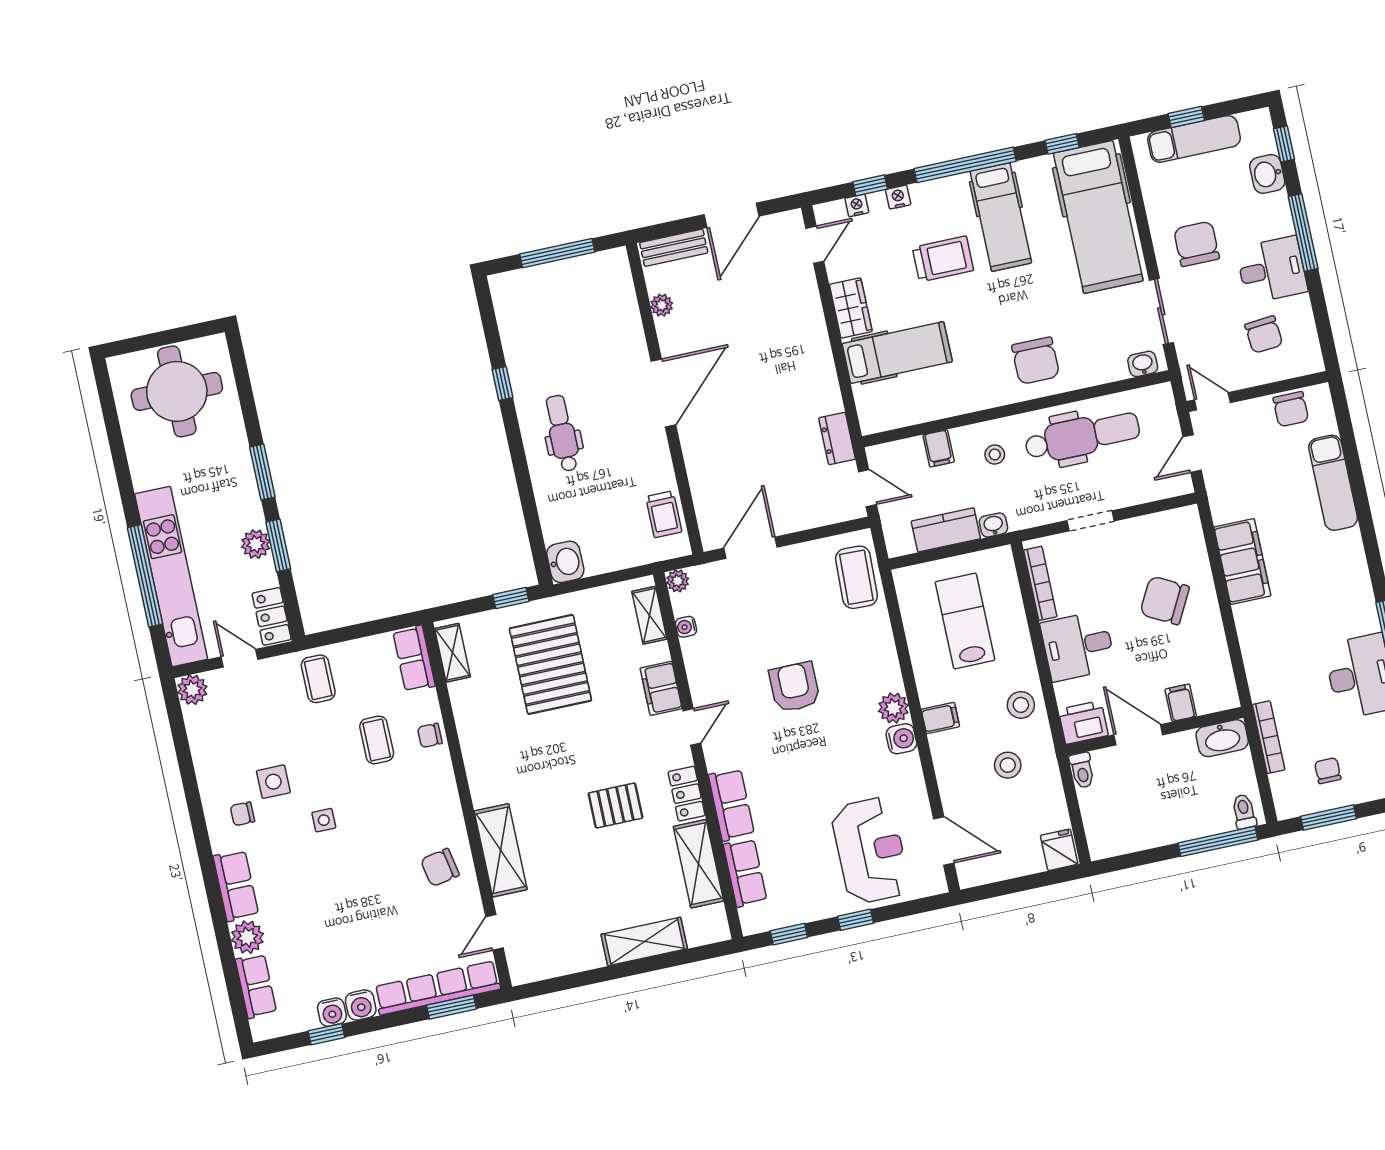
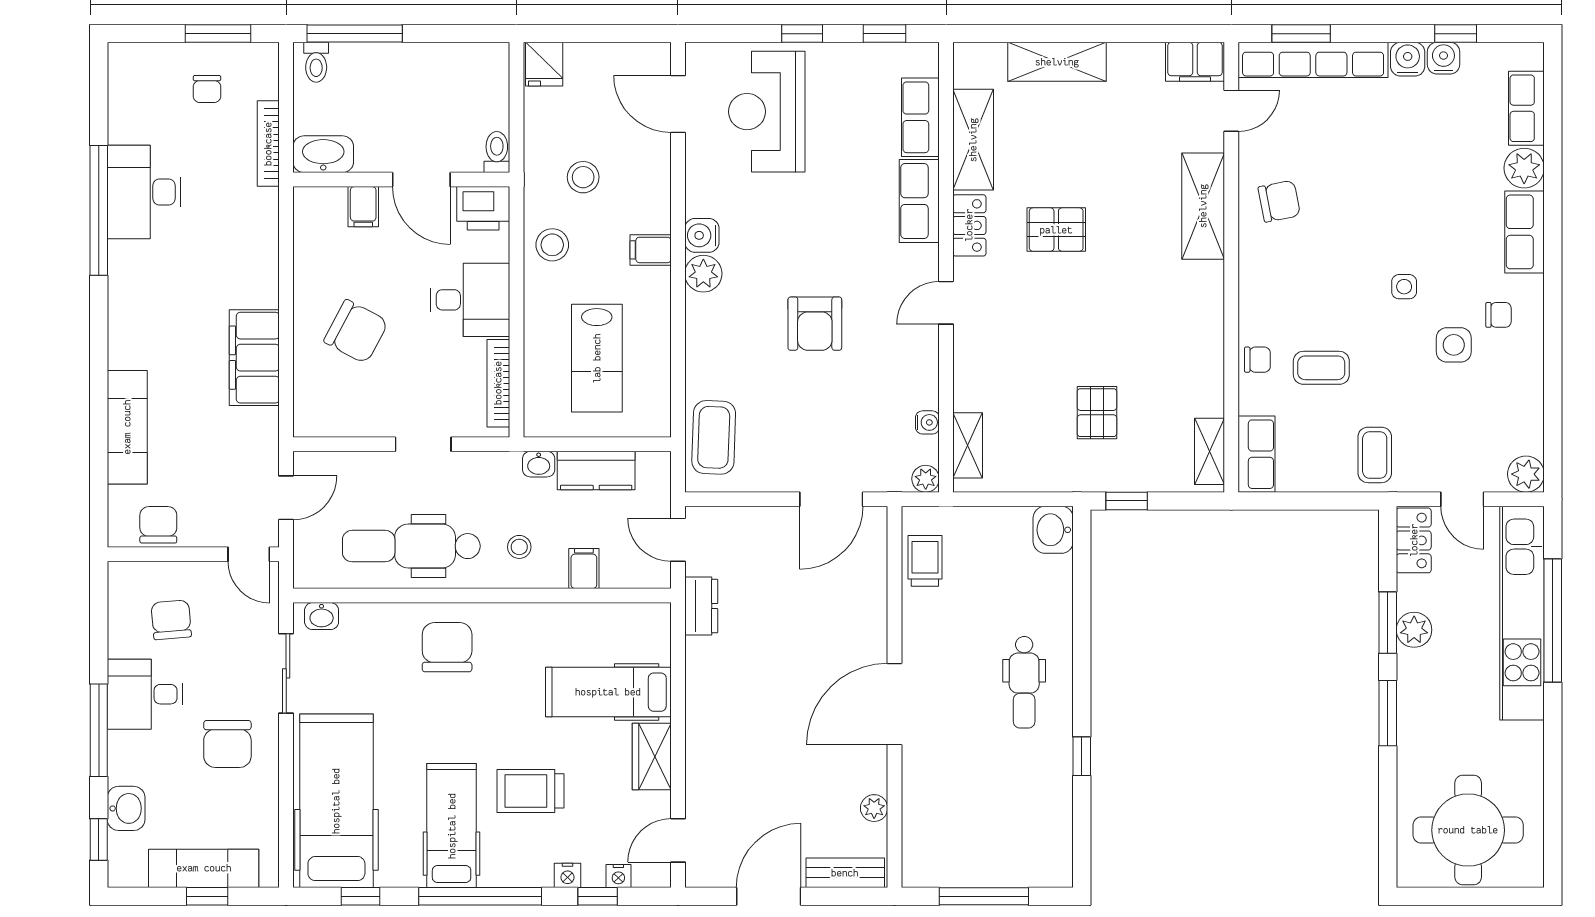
pallet: (550, 664) -> (1097, 413), width x0.49, depth x0.50
filing cabinet: (661, 688) -> (1195, 62), moved, turned 90
coffee table: (377, 740) -> (1321, 368), turned 90

